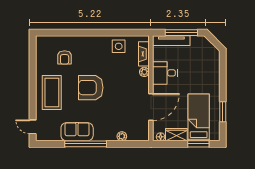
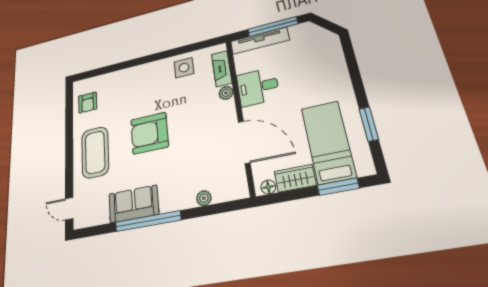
armchair: (65, 57) -> (88, 103), moved
door: (151, 107) -> (244, 142), hinge flipped

